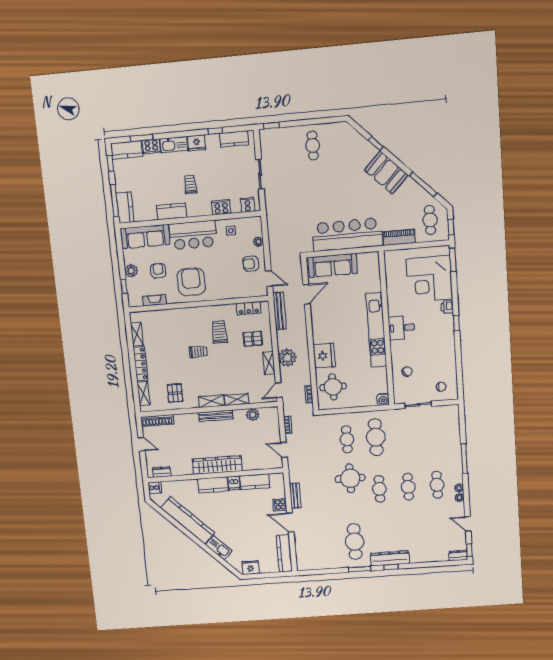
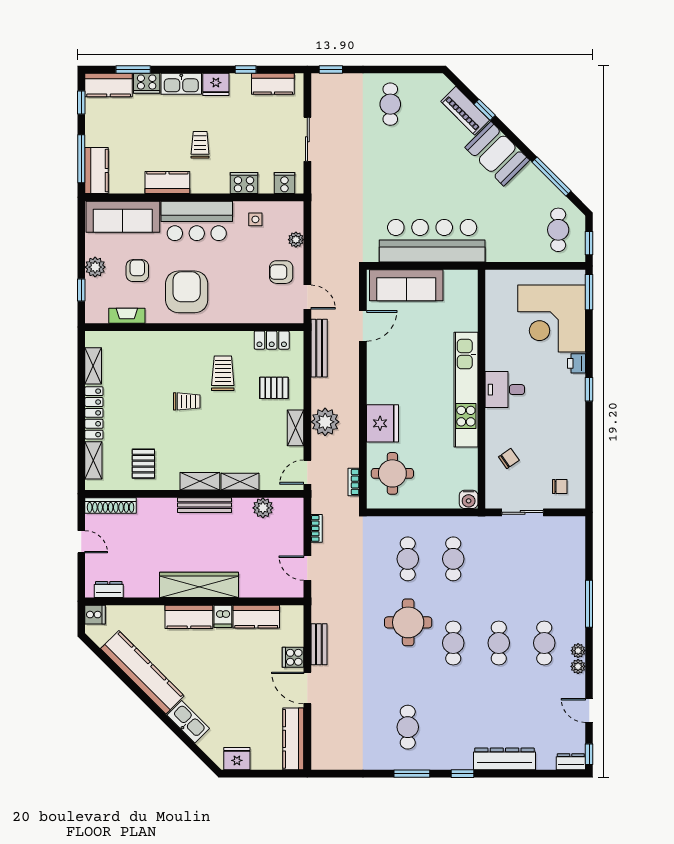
piano: (399, 237) -> (465, 111), moved, turned -135
cafe table: (376, 437) -> (453, 559), width x0.73, depth x0.74
cafe table: (355, 542) -> (408, 727), width x0.73, depth x0.74
dresser: (390, 558) -> (504, 759), moved

